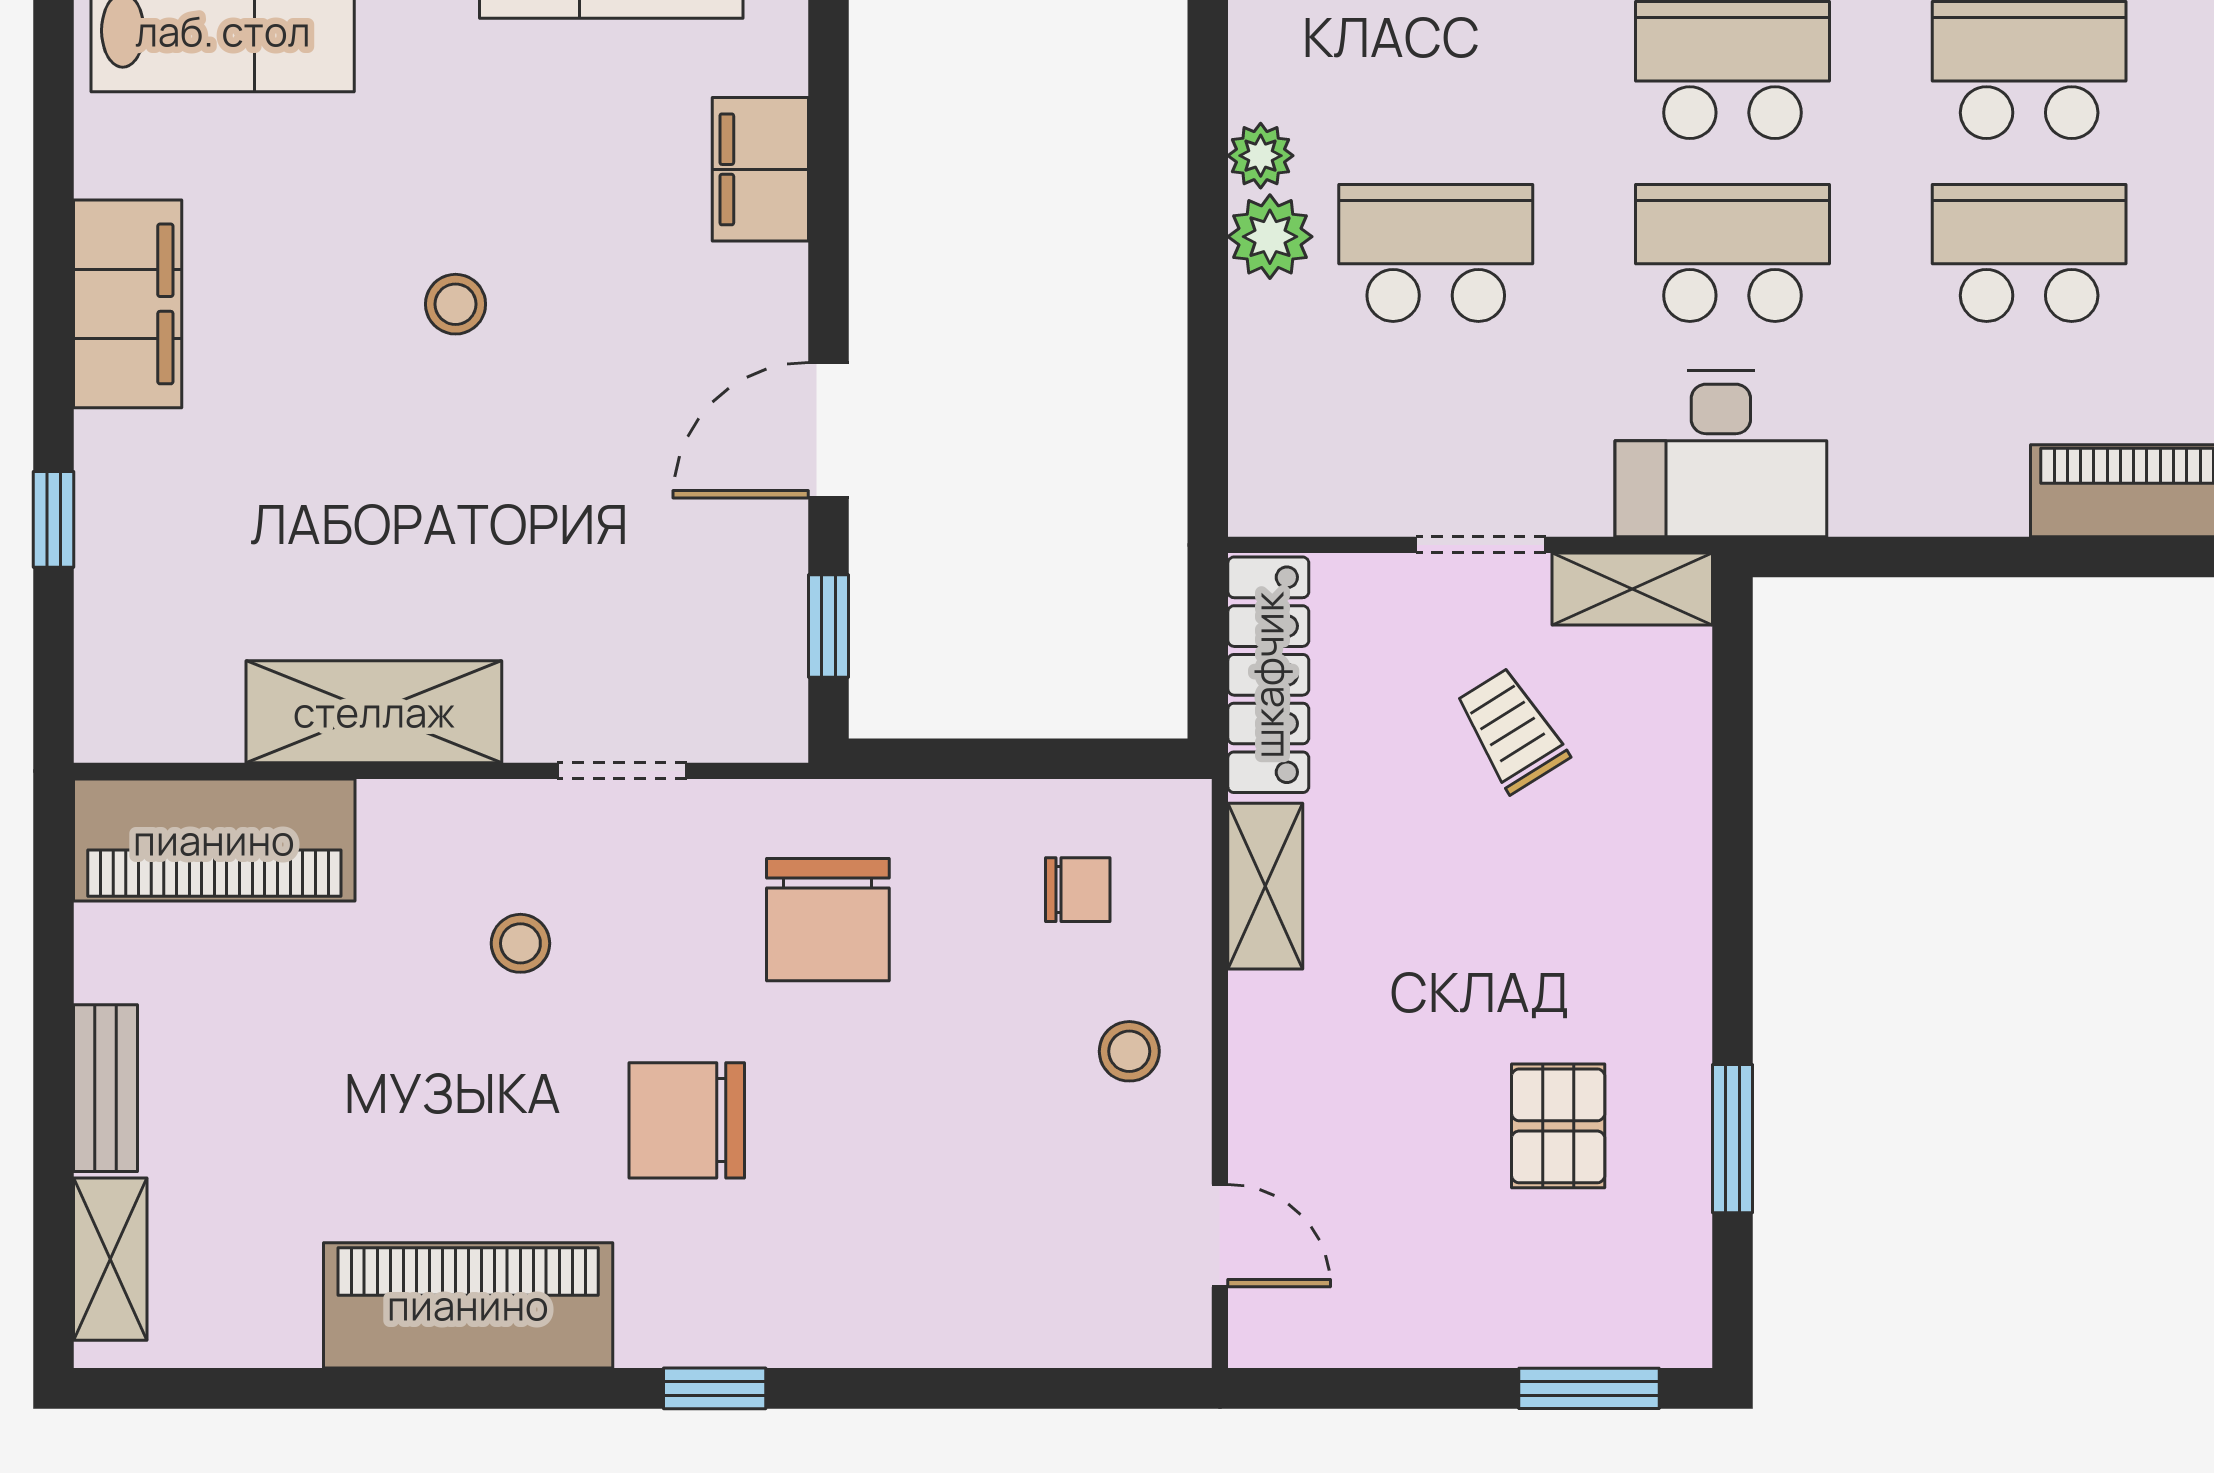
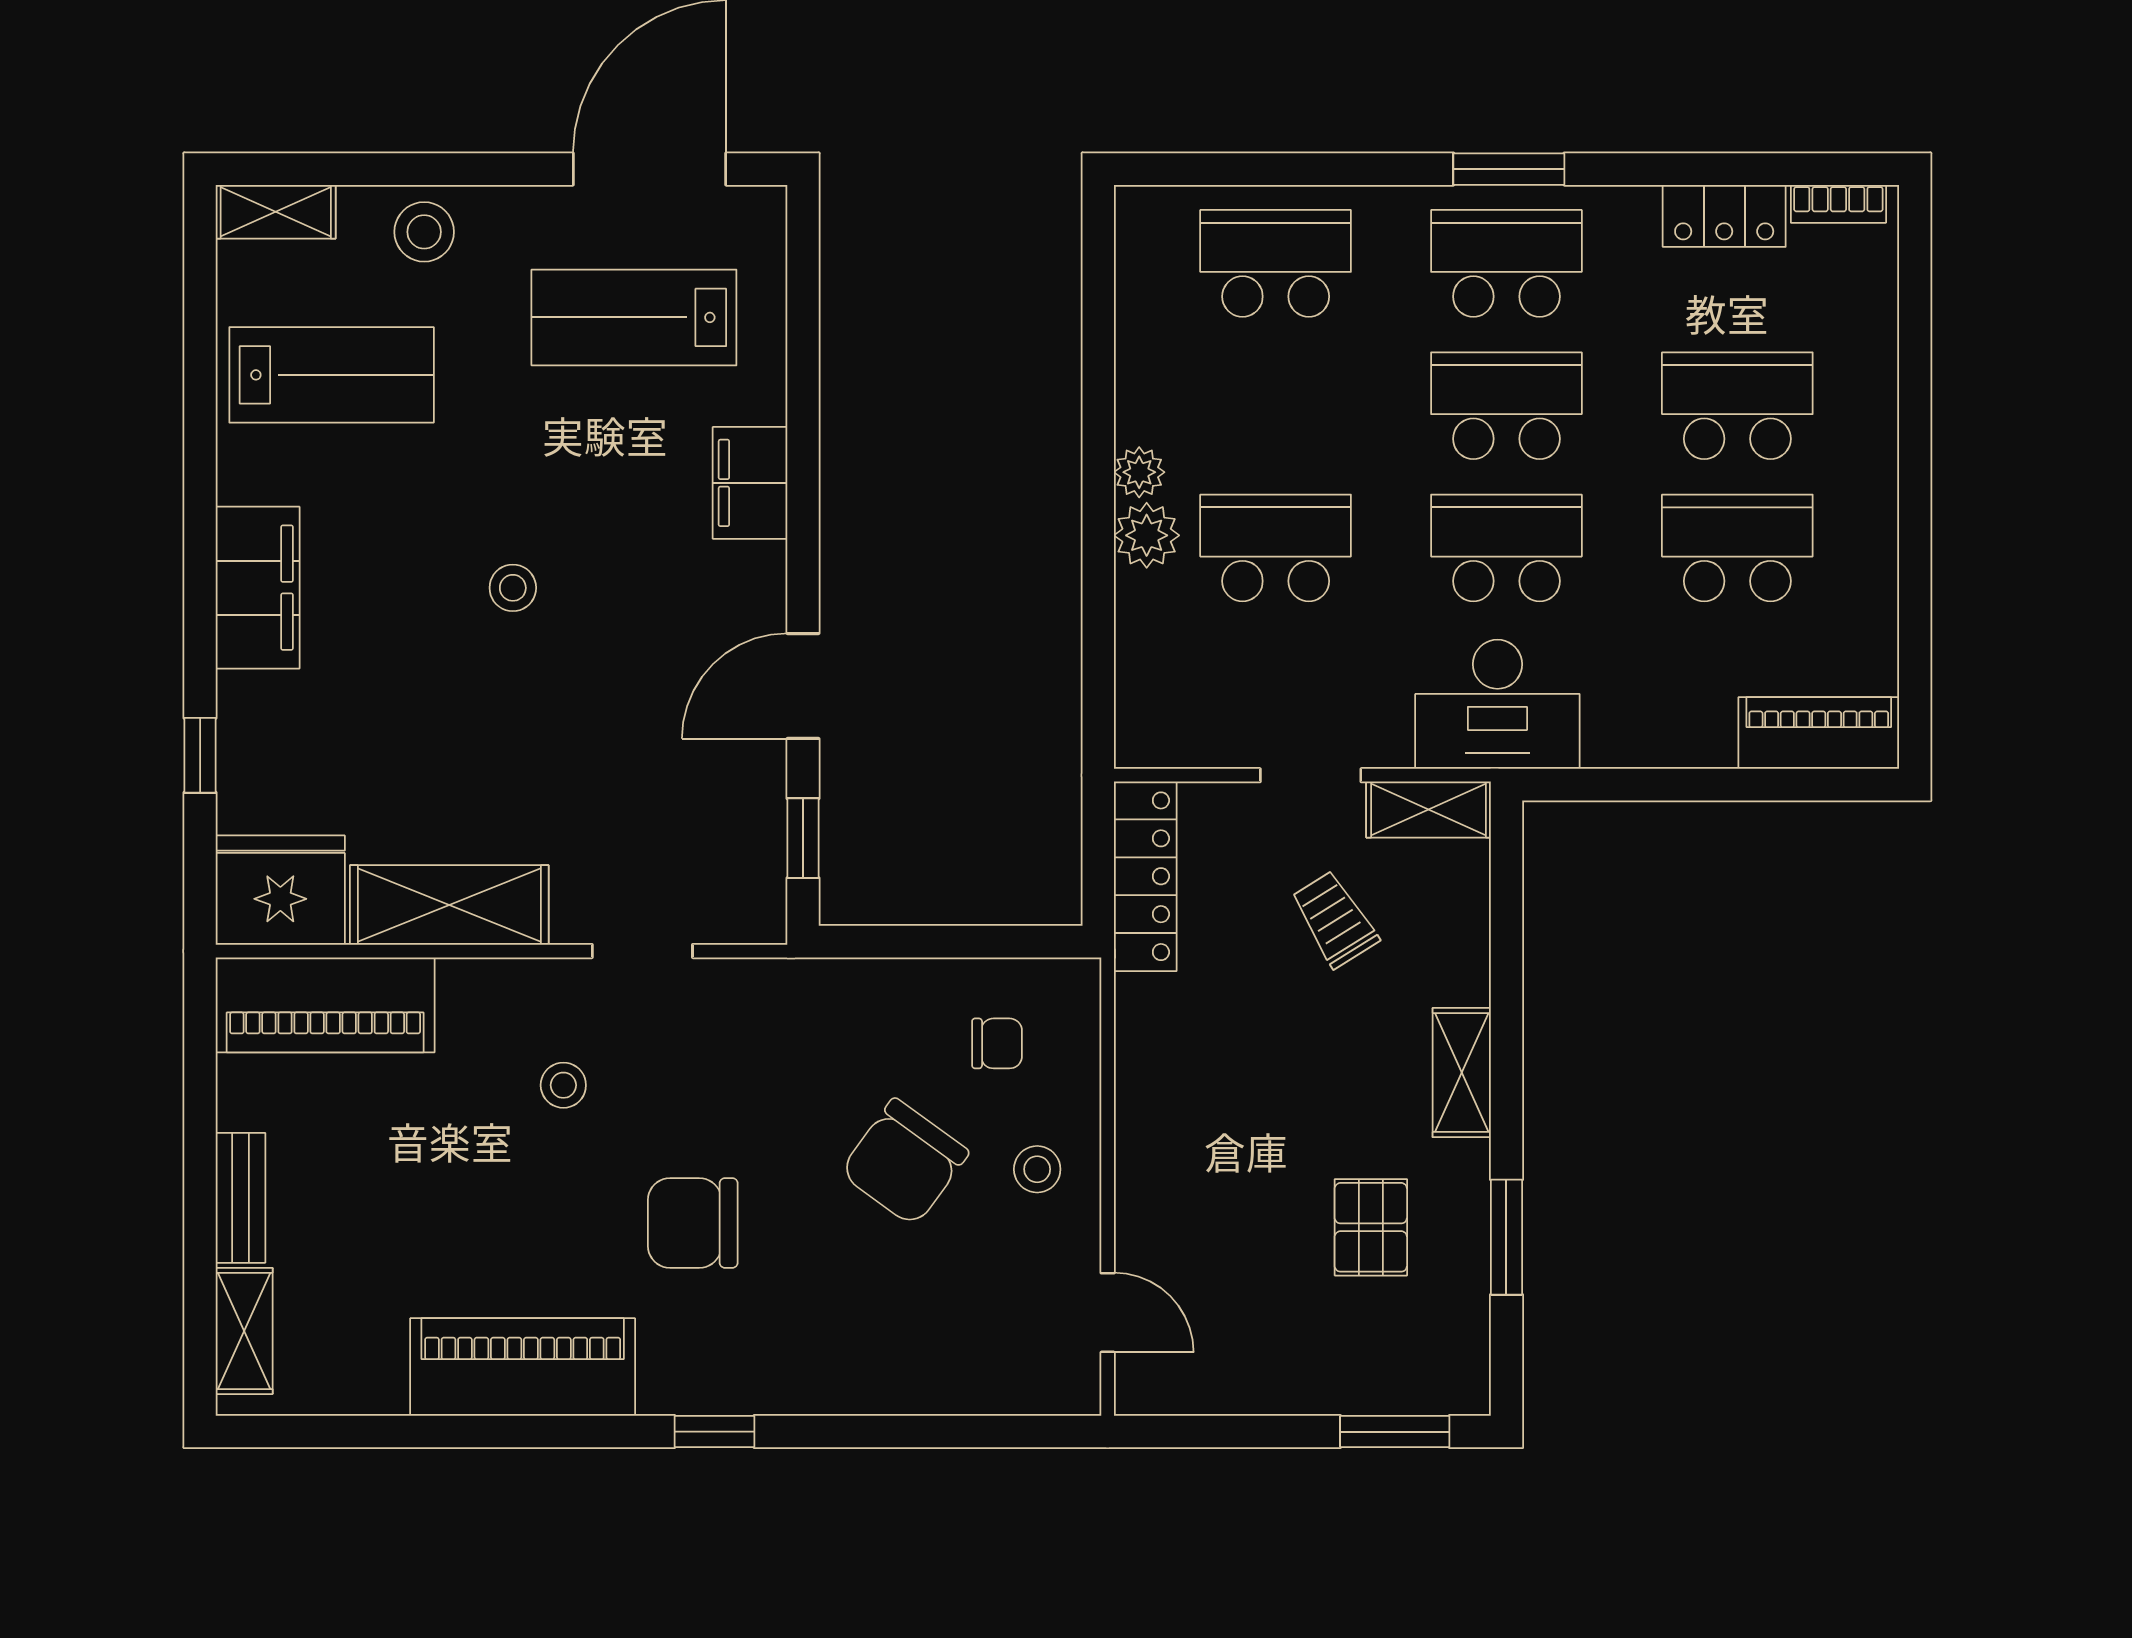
fridge: (157, 693) -> (280, 890), added
shelving: (1265, 886) -> (1462, 1073), moved
chair: (828, 920) -> (904, 1162), moved, turned 36

